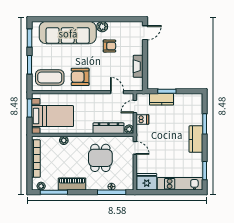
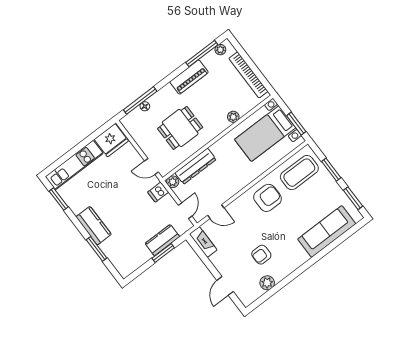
plant: (102, 27) -> (267, 283), moved
sofa: (68, 33) -> (327, 231), width x0.74, depth x0.79
door: (145, 33) -> (225, 286), moved
fireplace: (138, 66) -> (203, 242), moved
dishwasher: (142, 119) -> (158, 192), moved
dining table: (100, 158) -> (180, 128), turned 90

